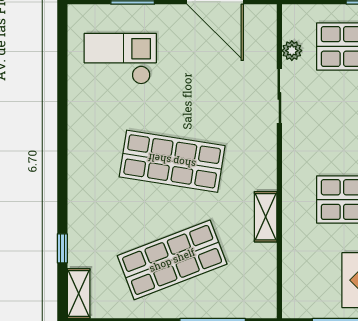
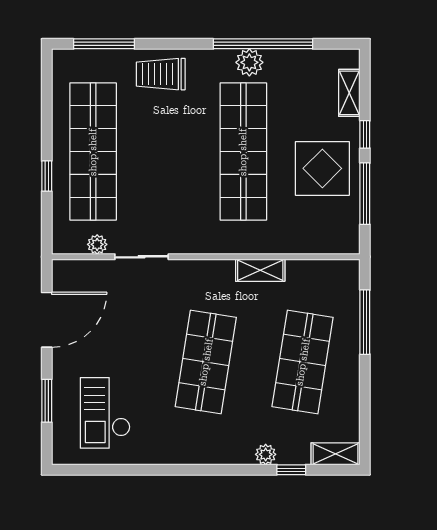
plant: (78, 222) -> (266, 454), added
shop shelf: (172, 260) -> (303, 362), turned 30

